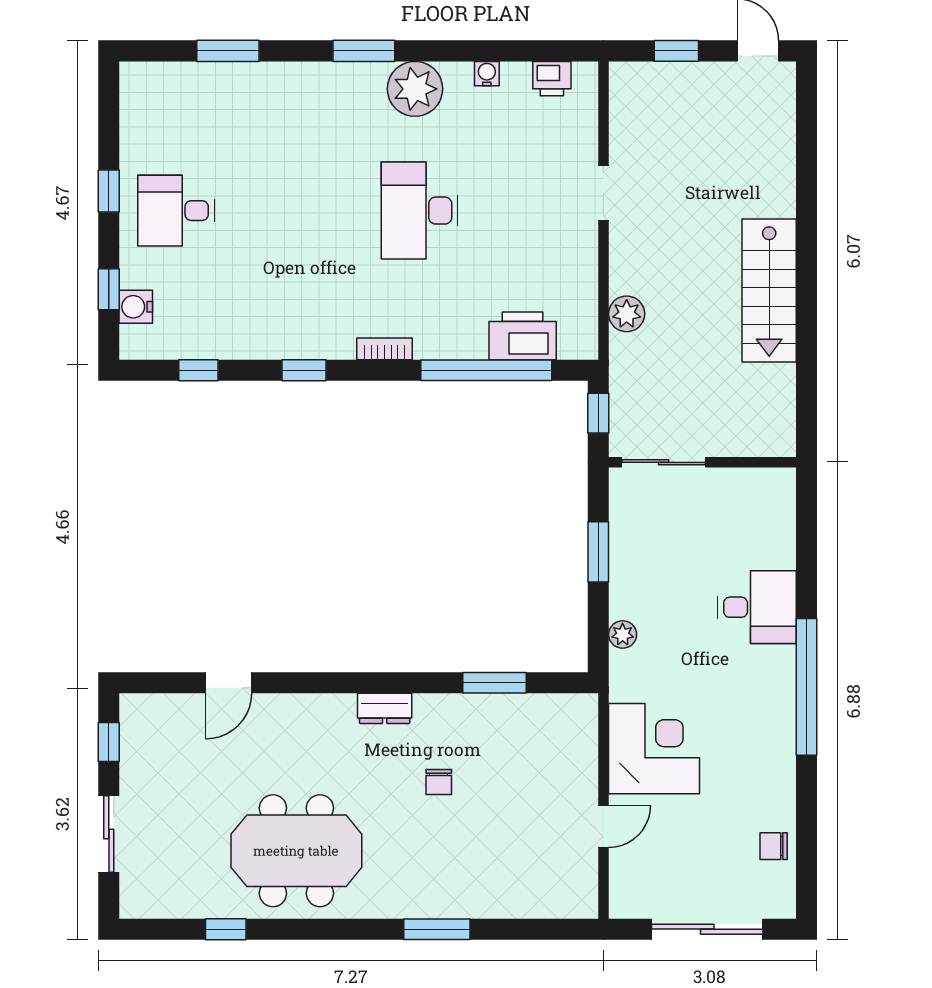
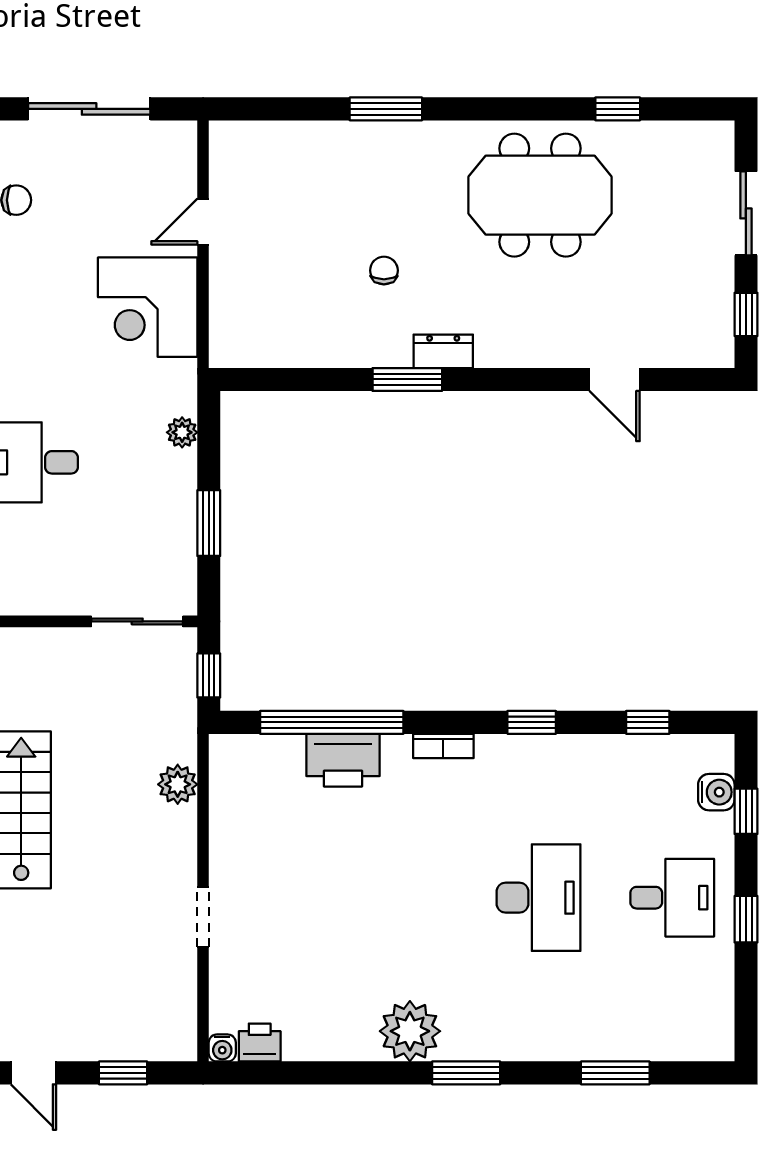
water cooler: (487, 74) -> (222, 1048), moved
desk: (420, 211) -> (538, 898), moved
printer: (523, 336) -> (343, 760), moved
door: (229, 683) -> (614, 379), swing flipped
window: (494, 683) -> (407, 379), moved

